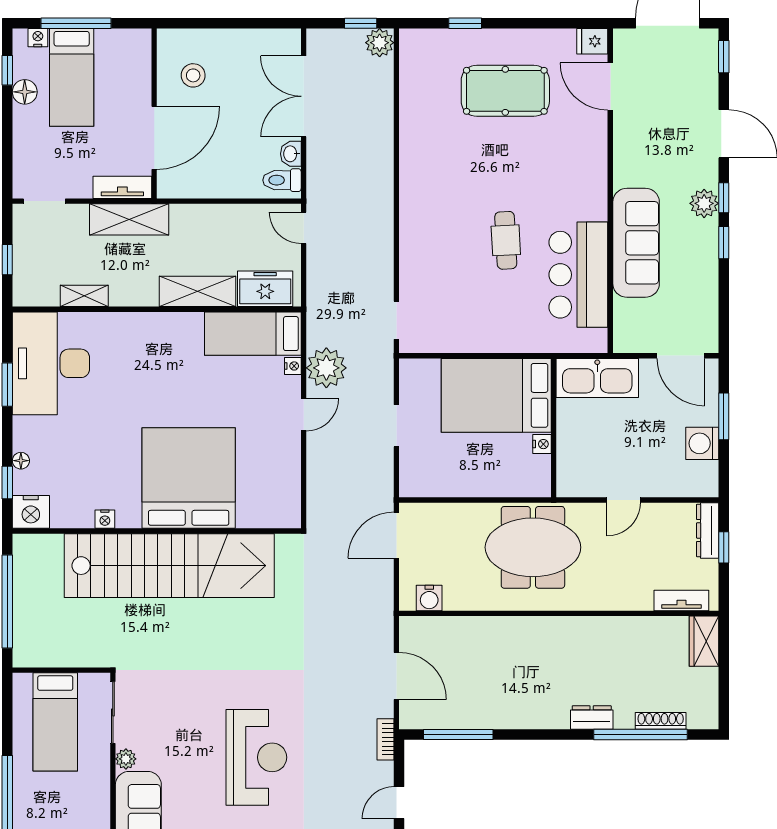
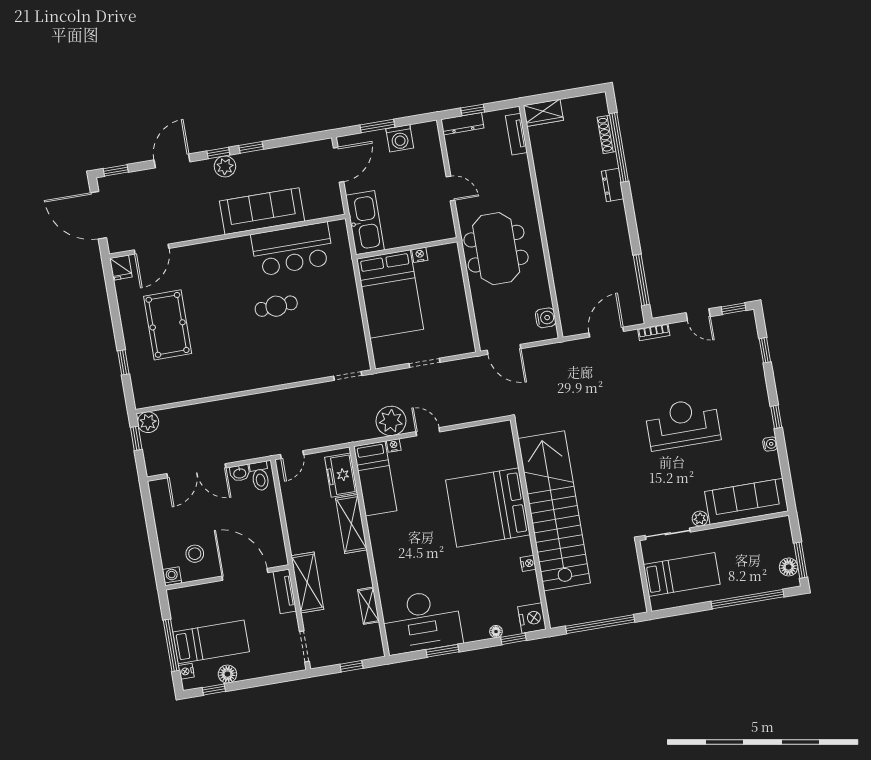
washing machine: (168, 40) -> (172, 576), added

